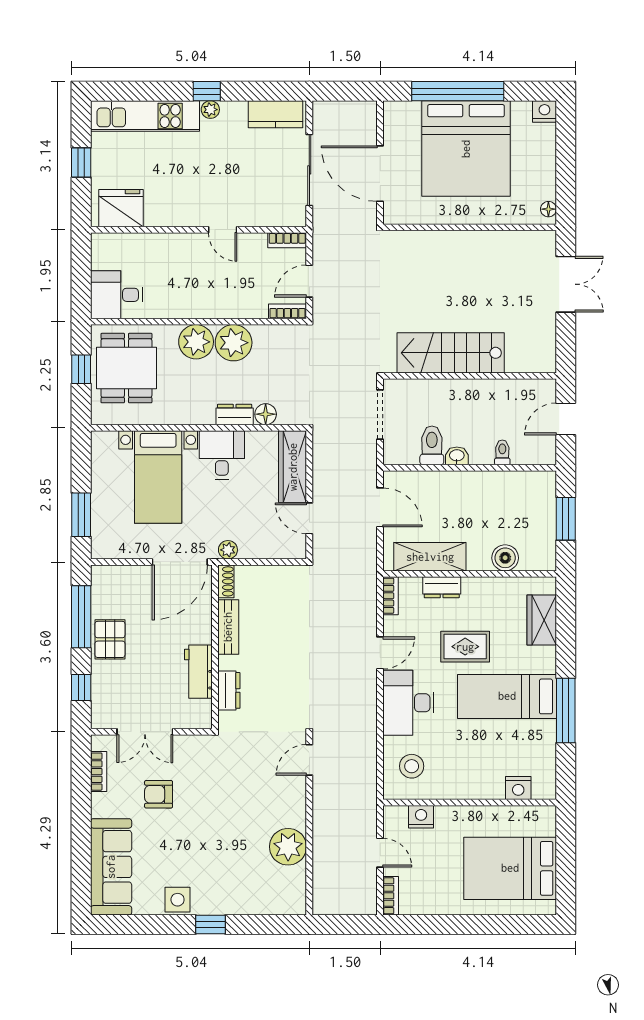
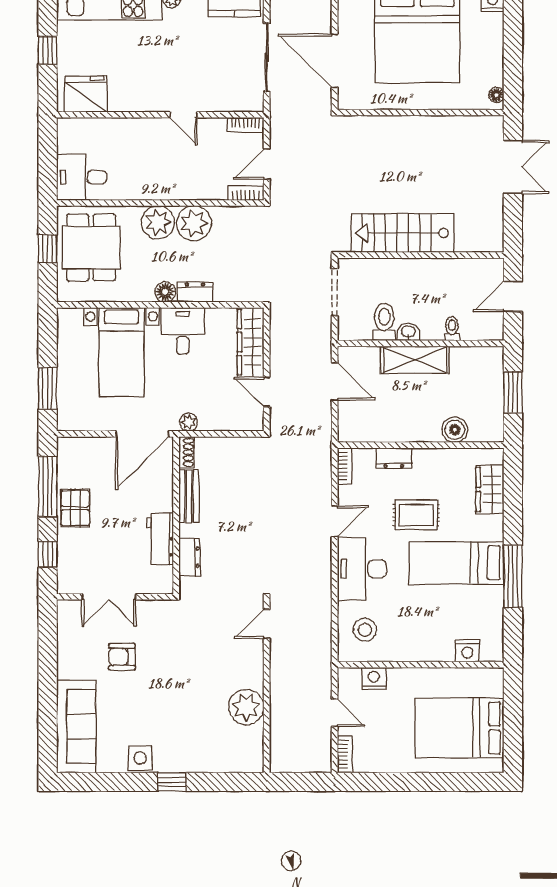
floor lamp: (266, 414) -> (165, 292), moved
shelving: (430, 557) -> (415, 360), moved
bookcase: (99, 772) -> (64, 635), removed

